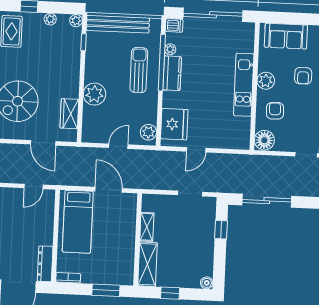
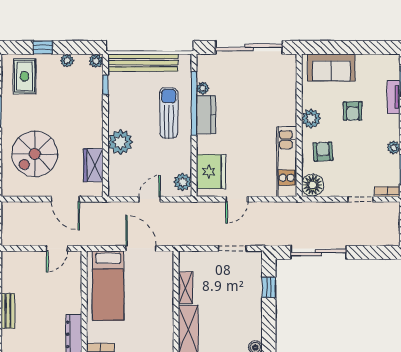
dishwasher: (174, 25) -> (206, 61), removed
kitchen unit: (244, 85) -> (287, 162), moved

